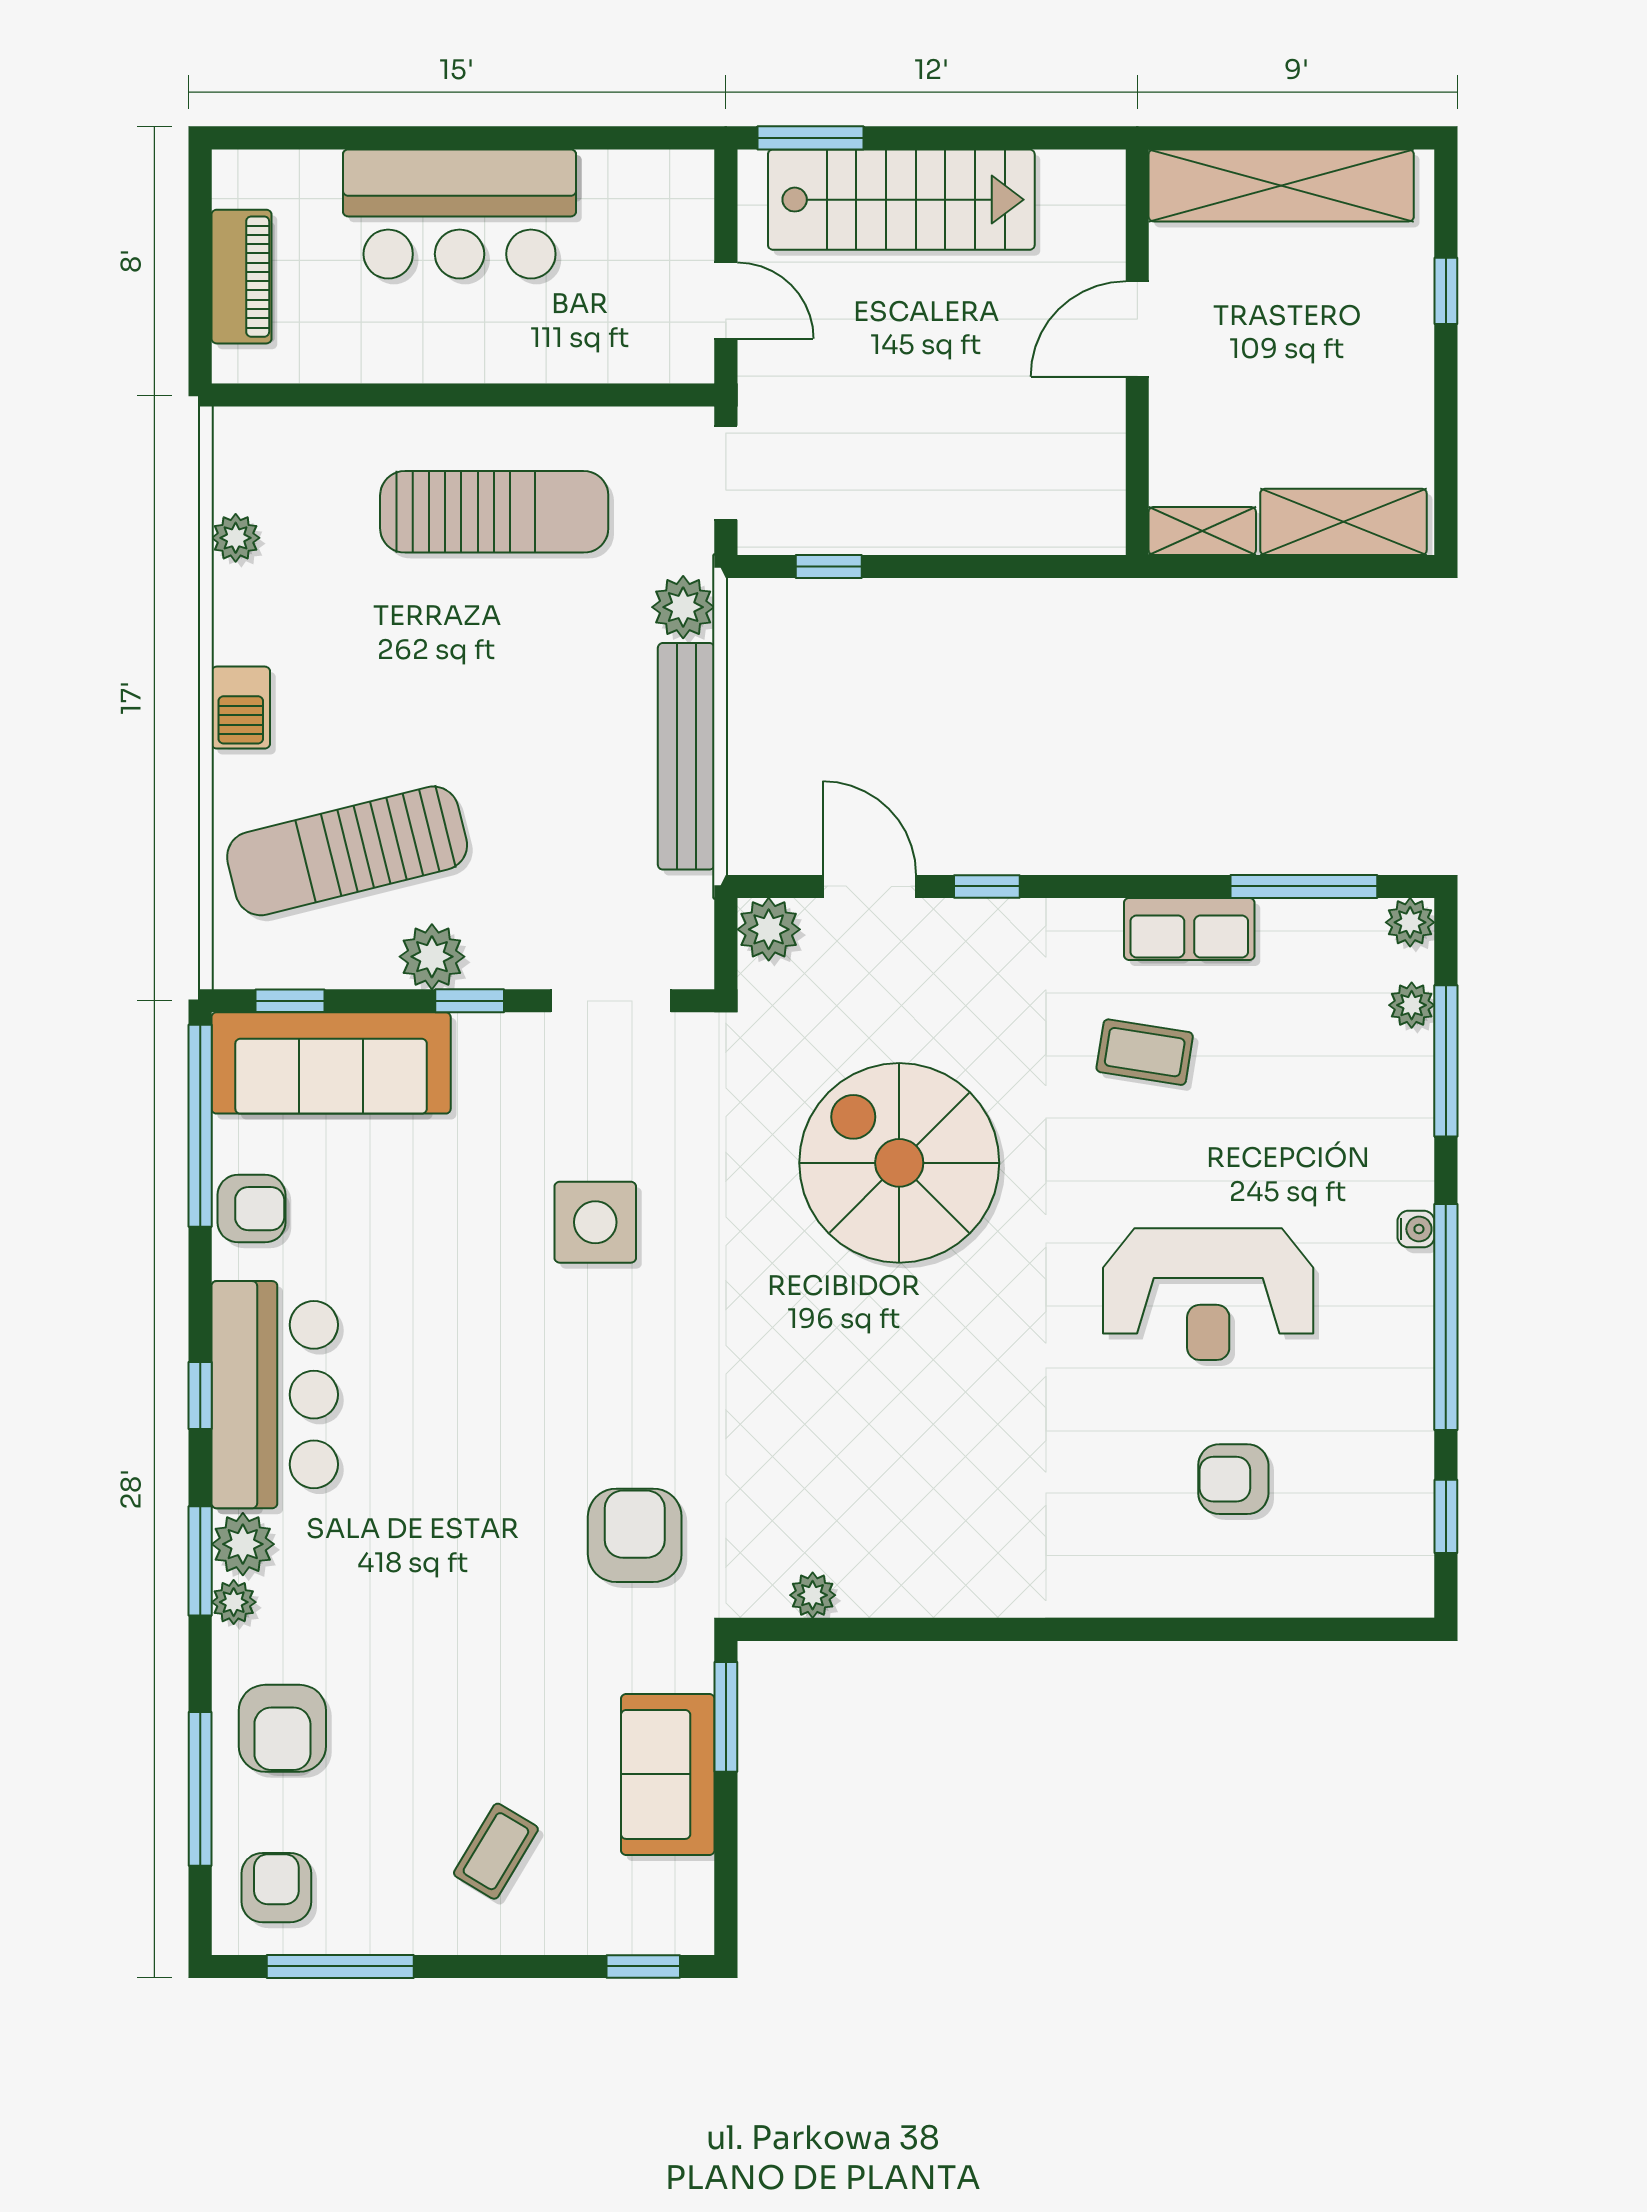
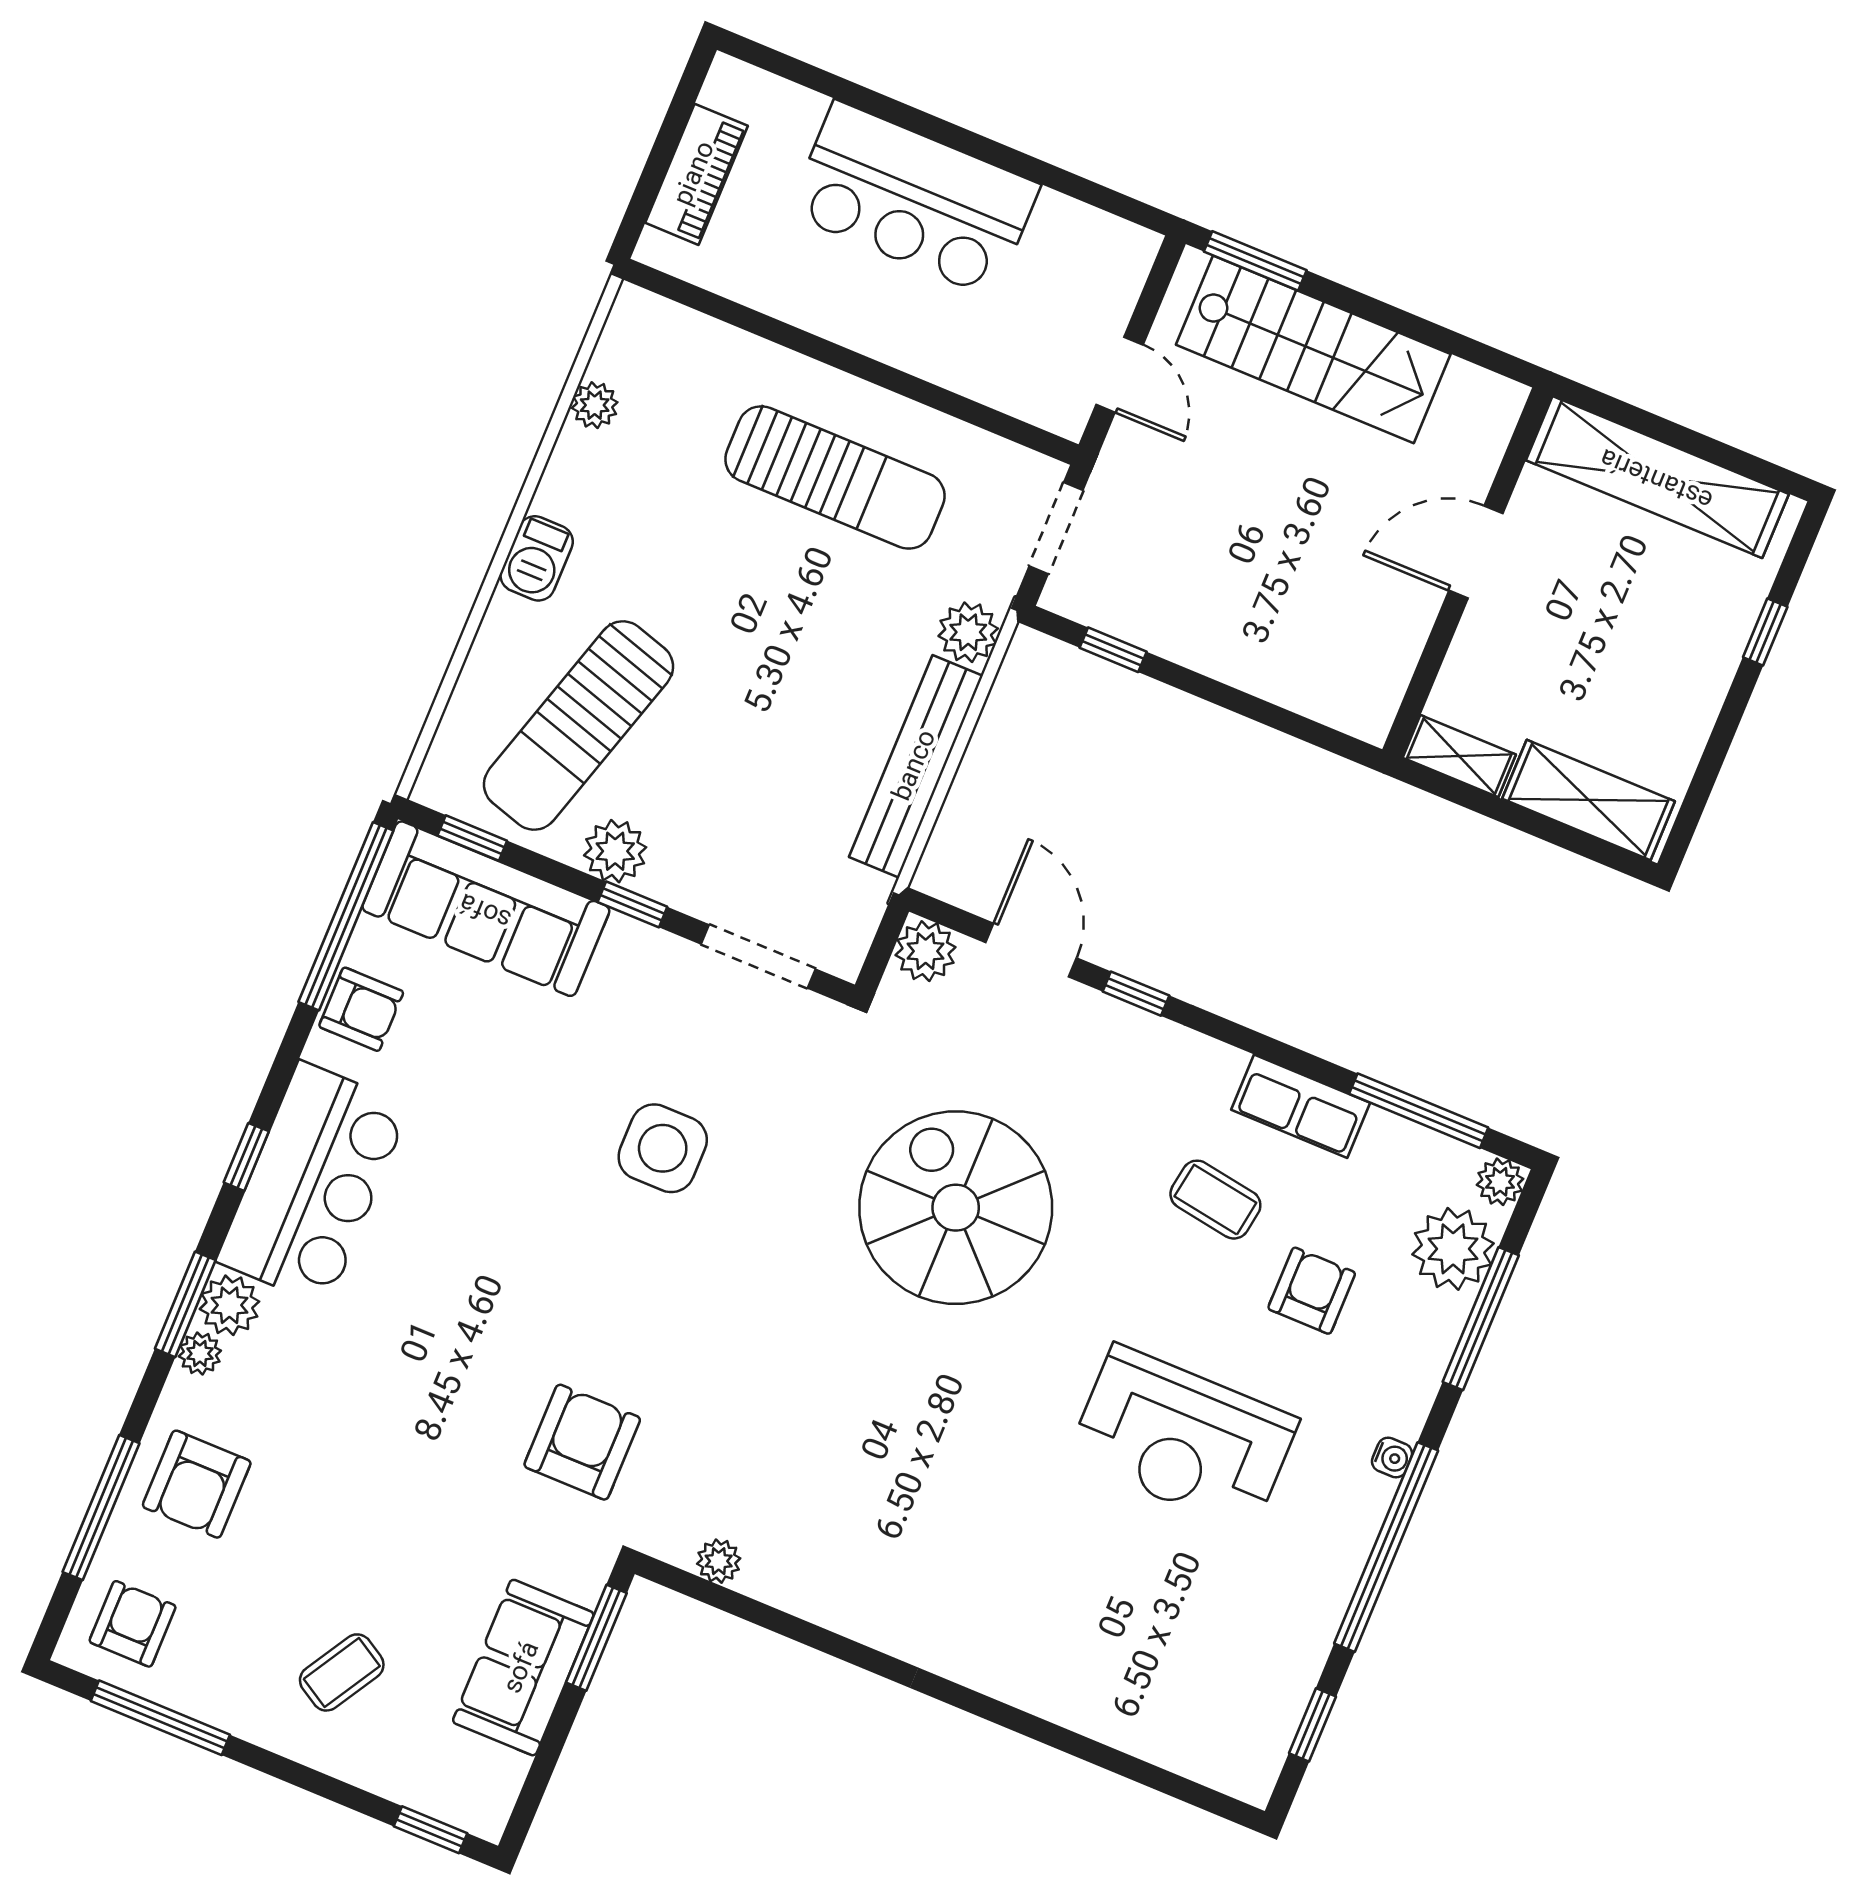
sun lounger: (347, 851) -> (578, 725), turned -59
plant: (1412, 1005) -> (1453, 1249), width x1.87, depth x1.87
armchair: (1233, 1479) -> (1312, 1291), moved, turned 90

